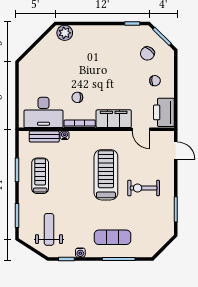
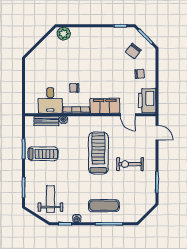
desk: (44, 112) -> (50, 101), width x0.73
treadmill: (40, 176) -> (43, 154), turned 90

